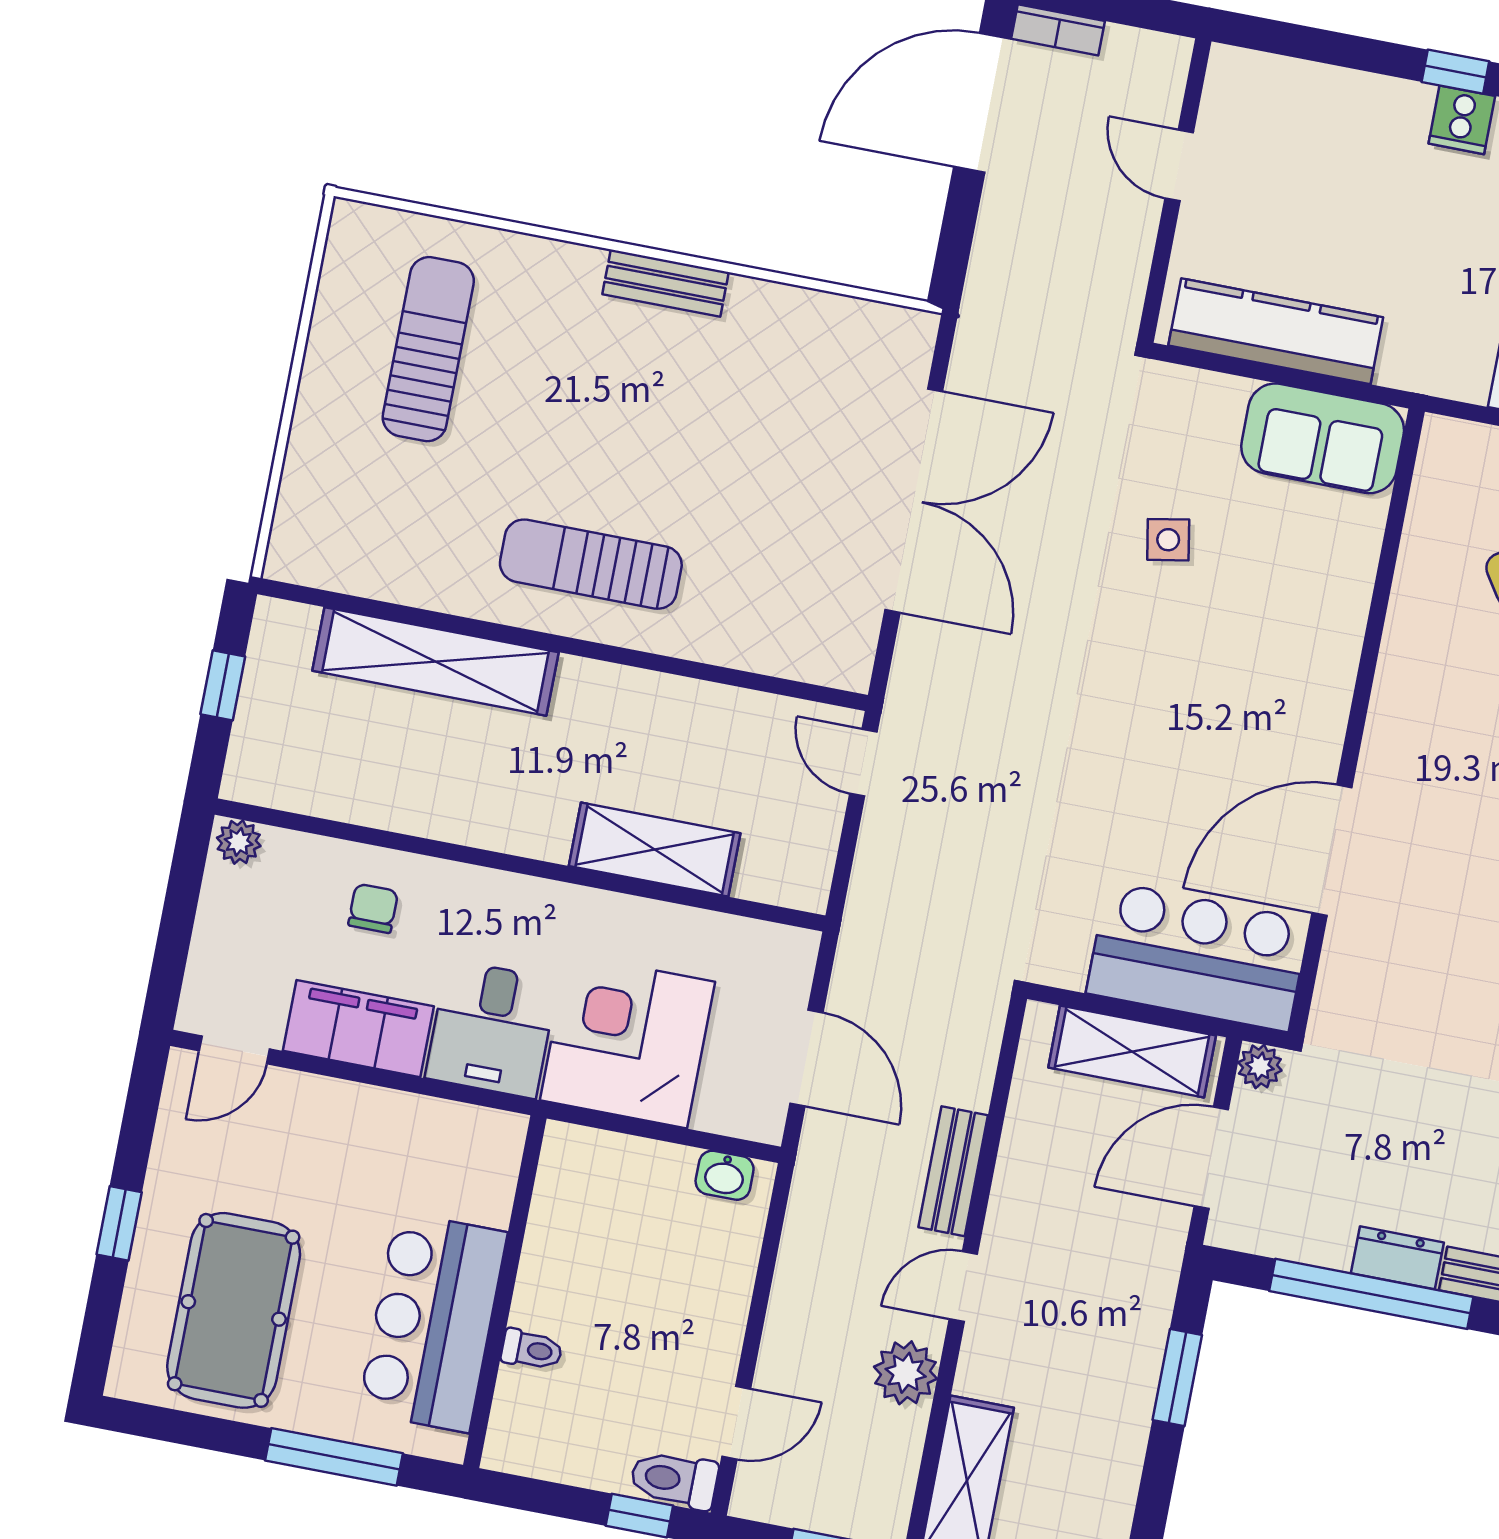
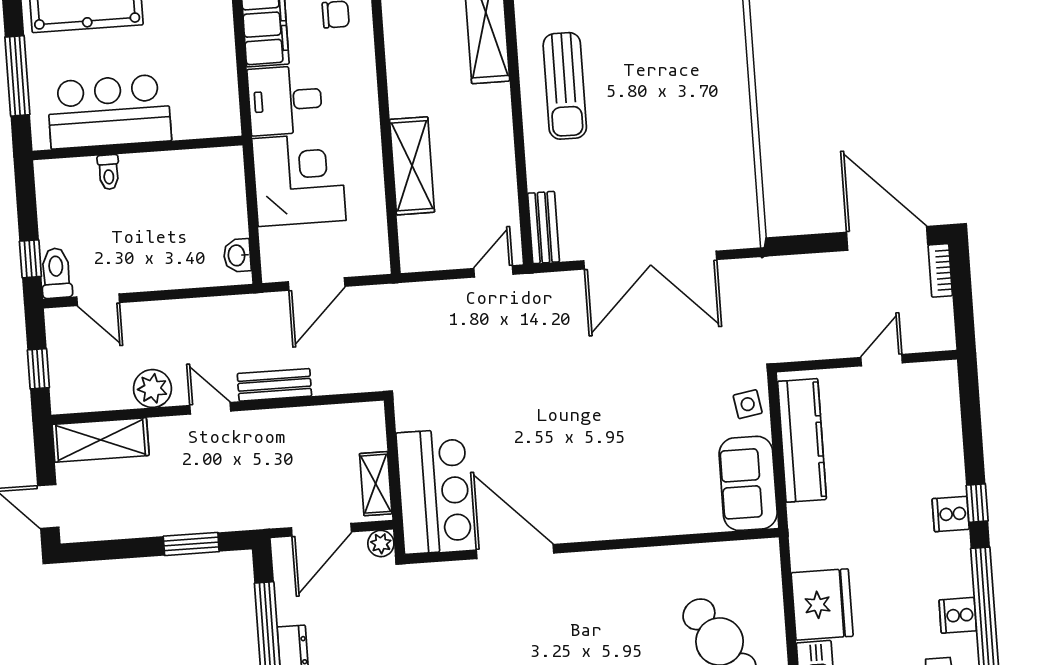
bench: (666, 283) -> (544, 227), moved
side table: (1168, 540) -> (748, 404), moved
sun lounger: (591, 564) -> (565, 86), turned 180
shelving: (1132, 1051) -> (376, 484), width x0.67, depth x0.75
door: (1211, 1158) -> (321, 530), swing flipped

